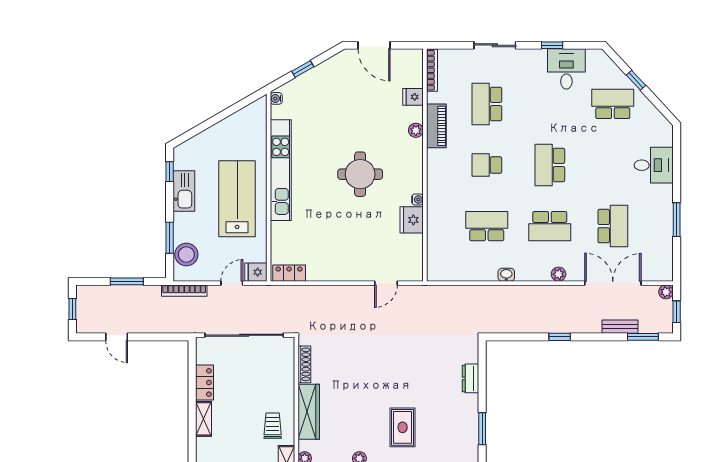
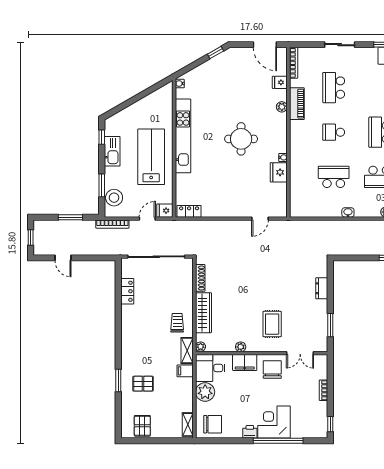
door: (374, 45) -> (265, 45), moved
window: (303, 69) -> (216, 53), moved
shelving: (203, 419) -> (127, 318), removed

